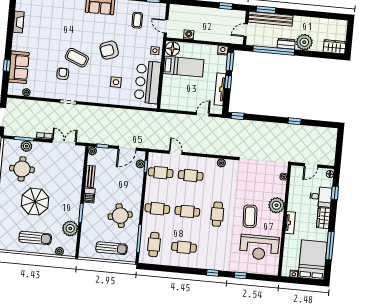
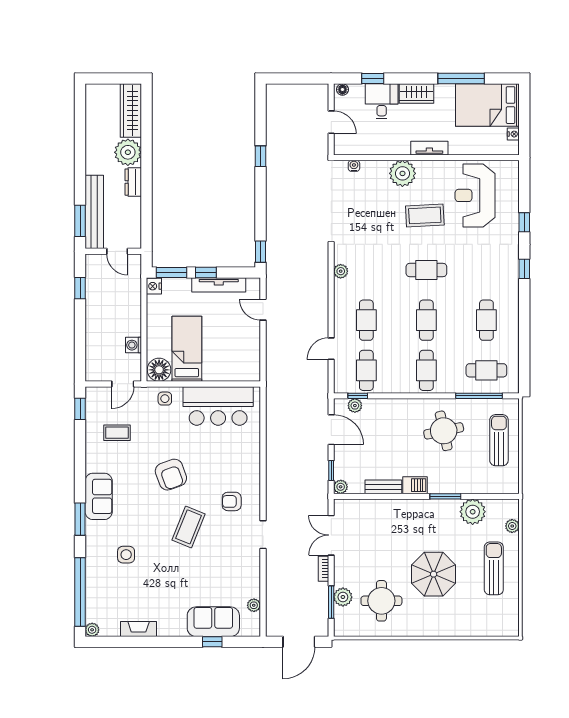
wardrobe: (334, 47) -> (131, 111), width x1.50
window: (274, 51) -> (146, 202), removed
armchair: (63, 74) -> (232, 501), moved
side table: (116, 82) -> (126, 555), moved
reception desk: (259, 247) -> (475, 195), turned 180

